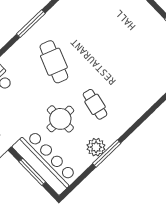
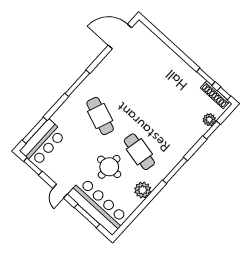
cafe table: (95, 104) -> (139, 152), width x1.37, depth x1.35
window: (107, 153) -> (175, 170), moved

